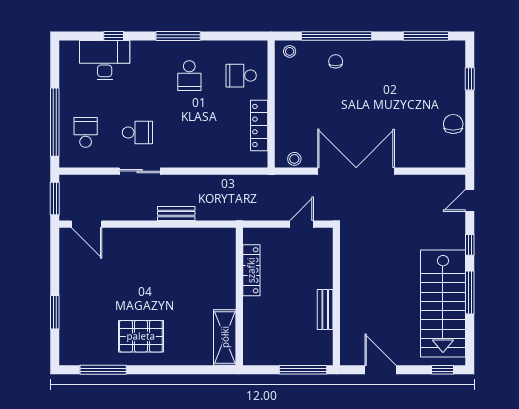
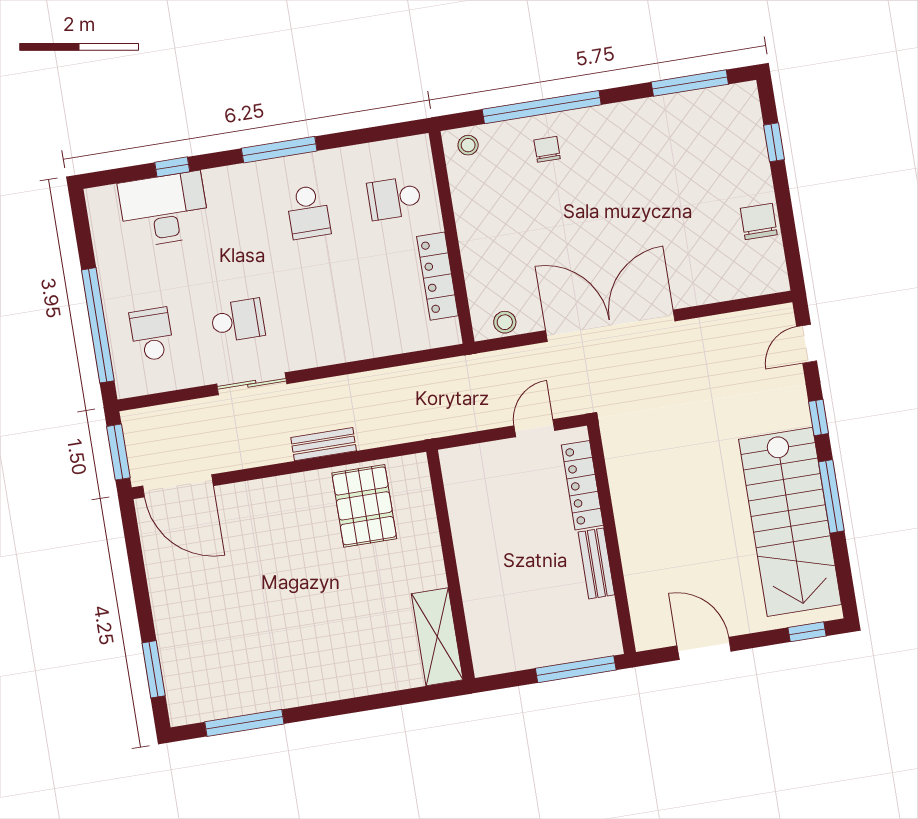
door: (87, 224) -> (178, 486), width x1.36
locker: (251, 270) -> (582, 485), moved, turned 180
window: (55, 312) -> (154, 669), moved
pallet: (141, 336) -> (364, 506), moved, turned 90

